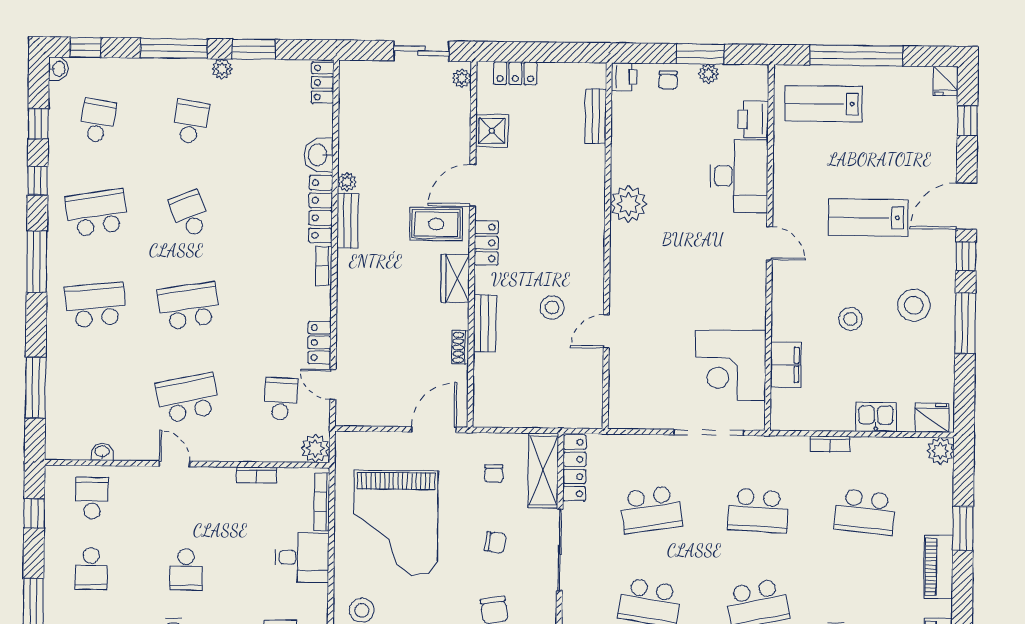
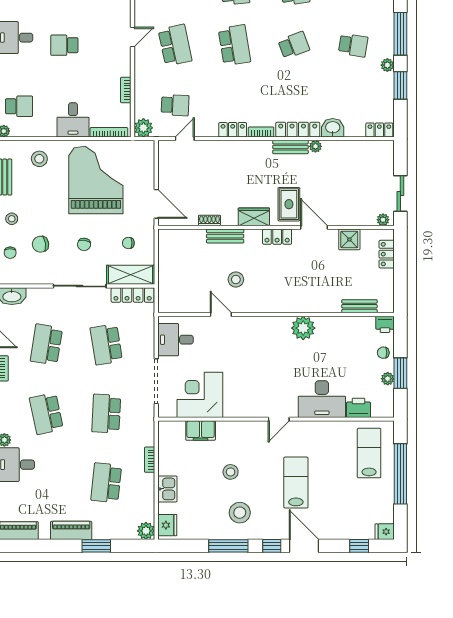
locker: (320, 343) -> (233, 130), moved
desk: (645, 402) -> (176, 340), added
grand piano: (396, 523) -> (96, 180), turned 90

